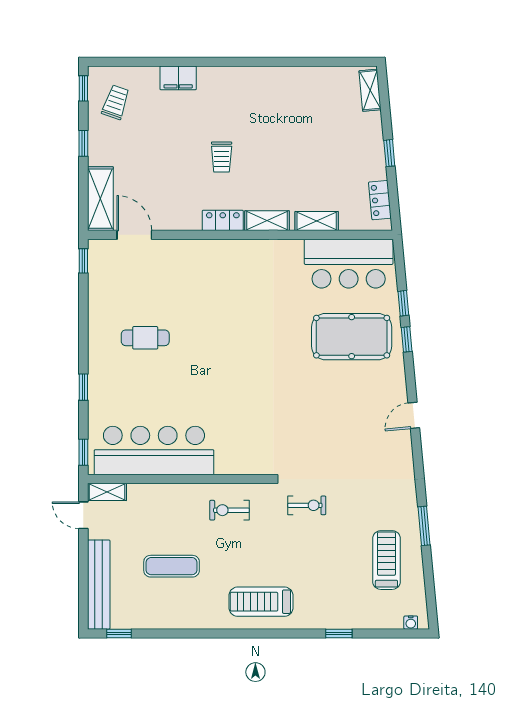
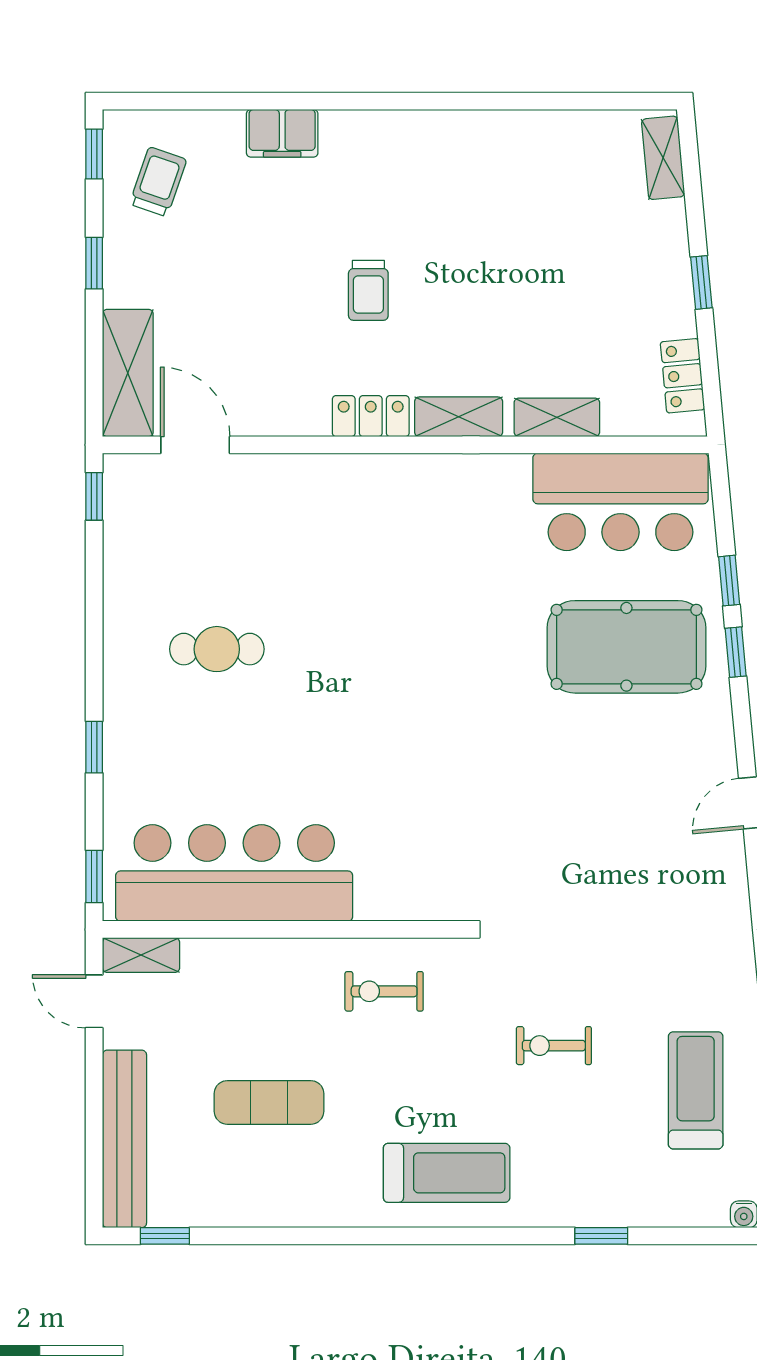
exercise bike: (307, 505) -> (554, 1046), moved, turned 180
treadmill: (261, 602) -> (447, 1173), turned 180

